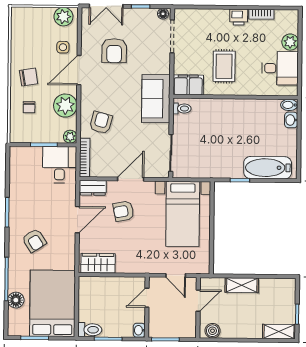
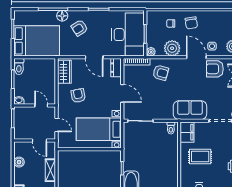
armchair: (114, 51) -> (215, 69), moved
sofa: (156, 99) -> (190, 110), moved
desk: (59, 165) -> (128, 35), width x1.87, depth x1.30
armchair: (123, 211) -> (78, 96), moved
door: (176, 275) -> (57, 125), swing flipped
floor lamp: (16, 300) -> (62, 16), moved
boiler: (212, 331) -> (19, 162), moved

